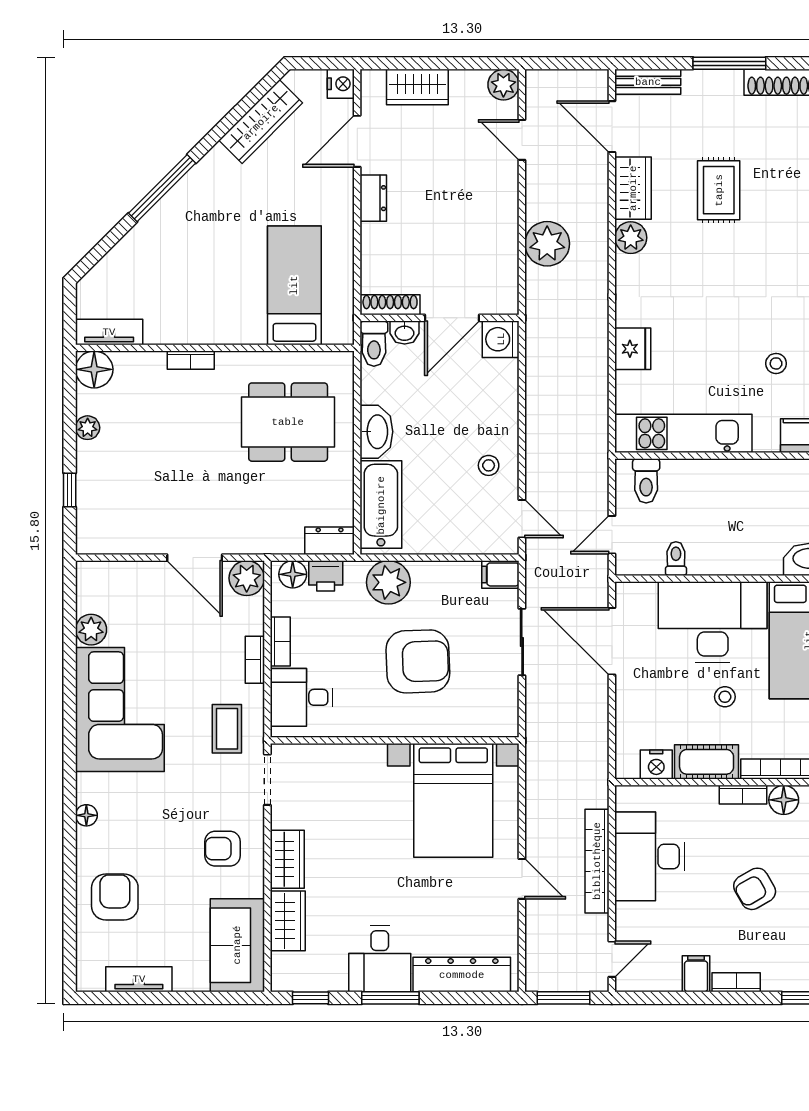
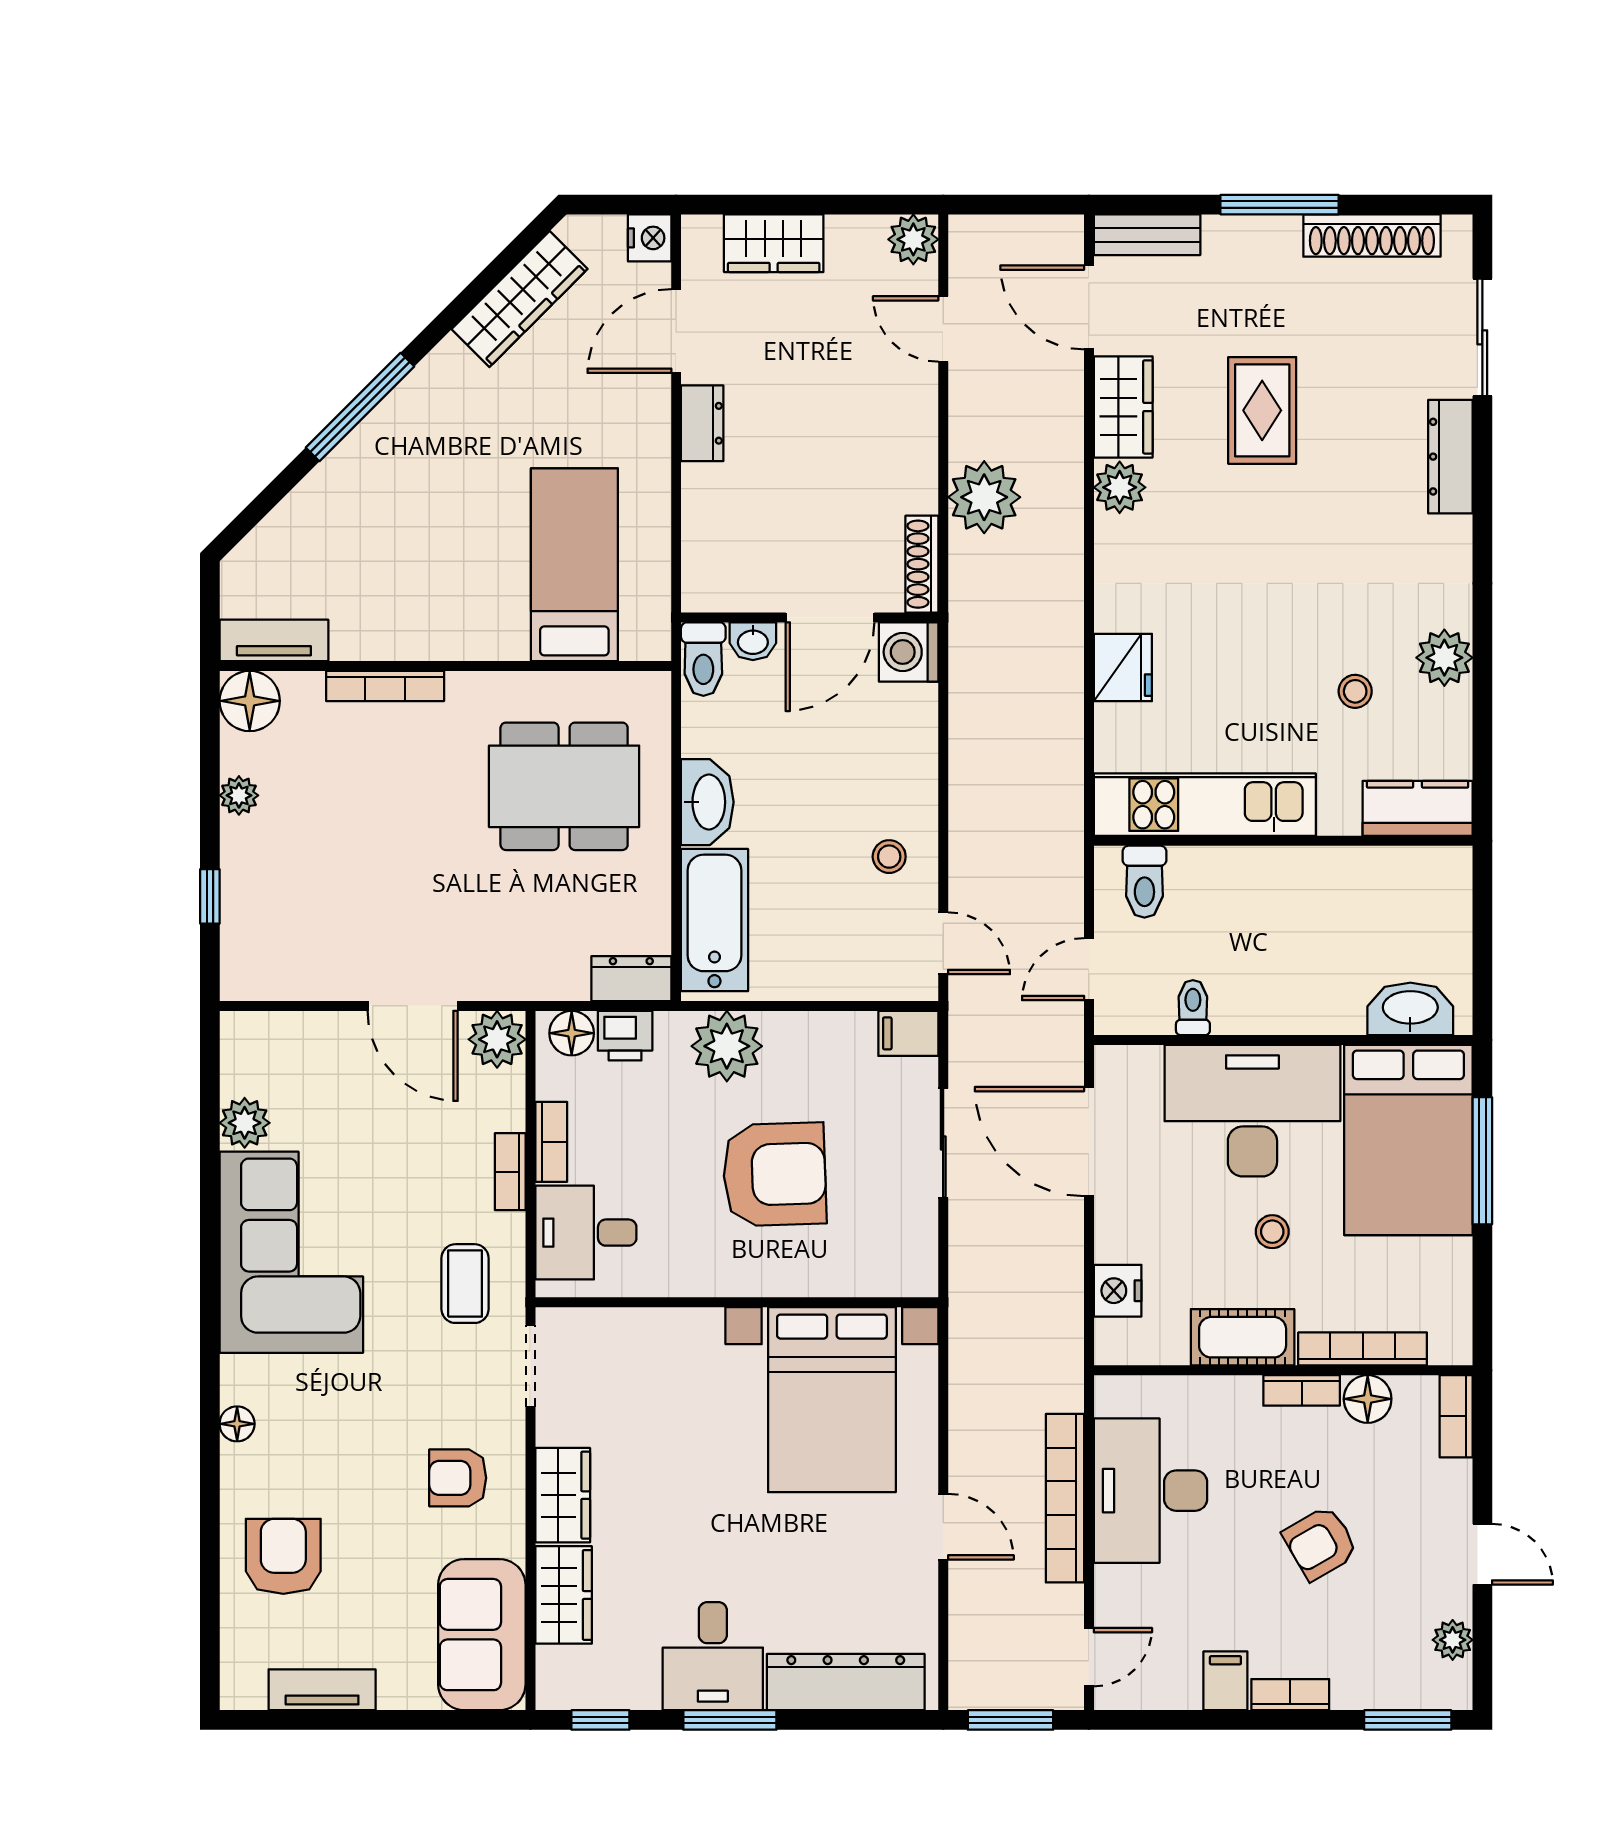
shoe rack: (390, 305) -> (922, 564), moved, turned -90
bookcase: (191, 360) -> (385, 686), width x1.56
nightstand: (656, 765) -> (1118, 1291), moved, turned 90

